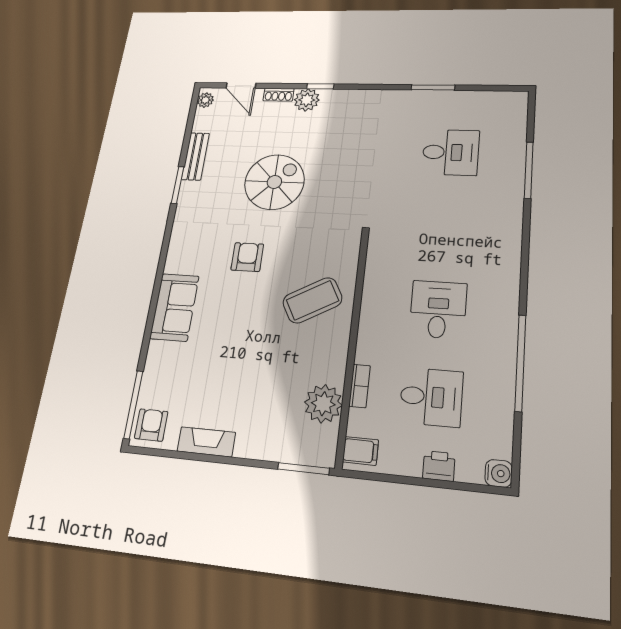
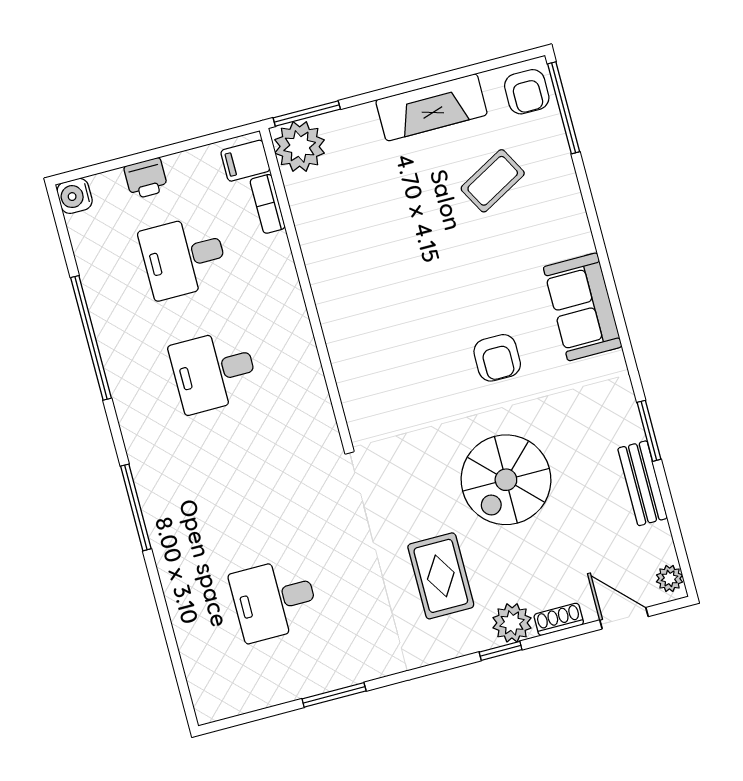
rug: (338, 138) -> (441, 576), added
window: (529, 170) -> (136, 507), moved
coffee table: (312, 300) -> (493, 181), moved, width x0.73, depth x0.77
sofa: (174, 307) -> (583, 307), moved
desk: (438, 310) -> (214, 371), turned 90
bookcase: (360, 386) -> (268, 204), moved
plant: (323, 404) -> (300, 146), moved
fireplace: (206, 442) -> (431, 107), width x1.37, depth x1.32

